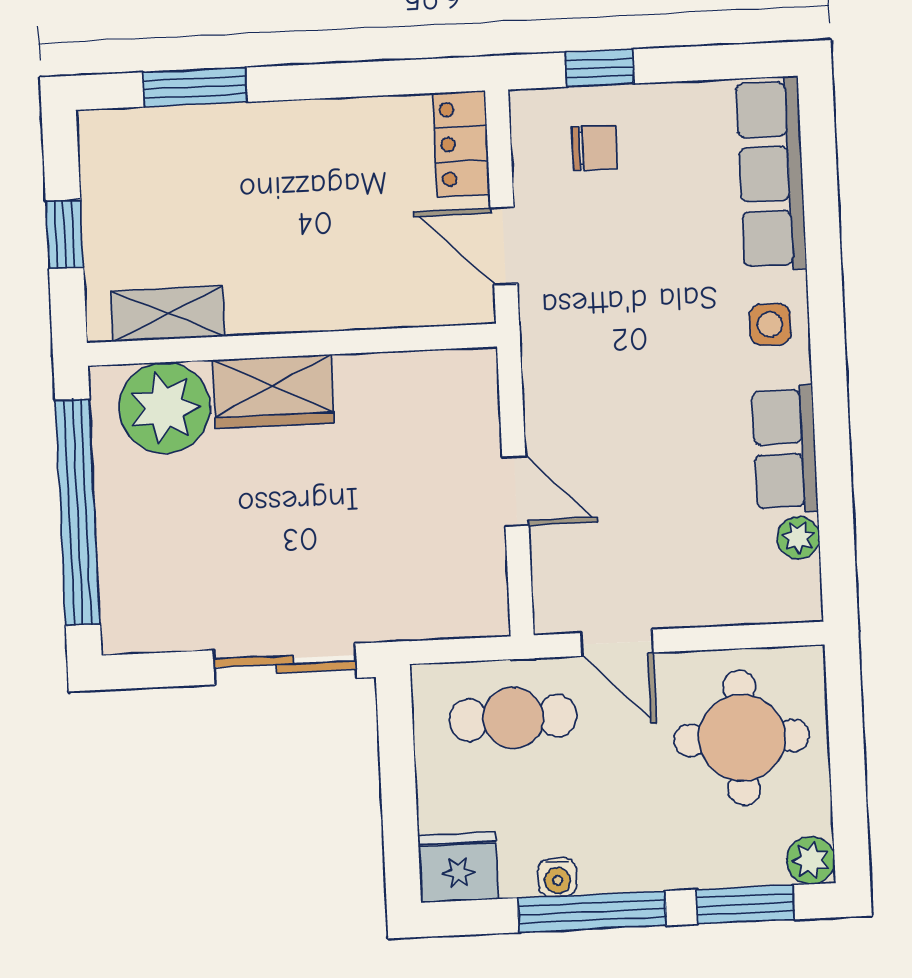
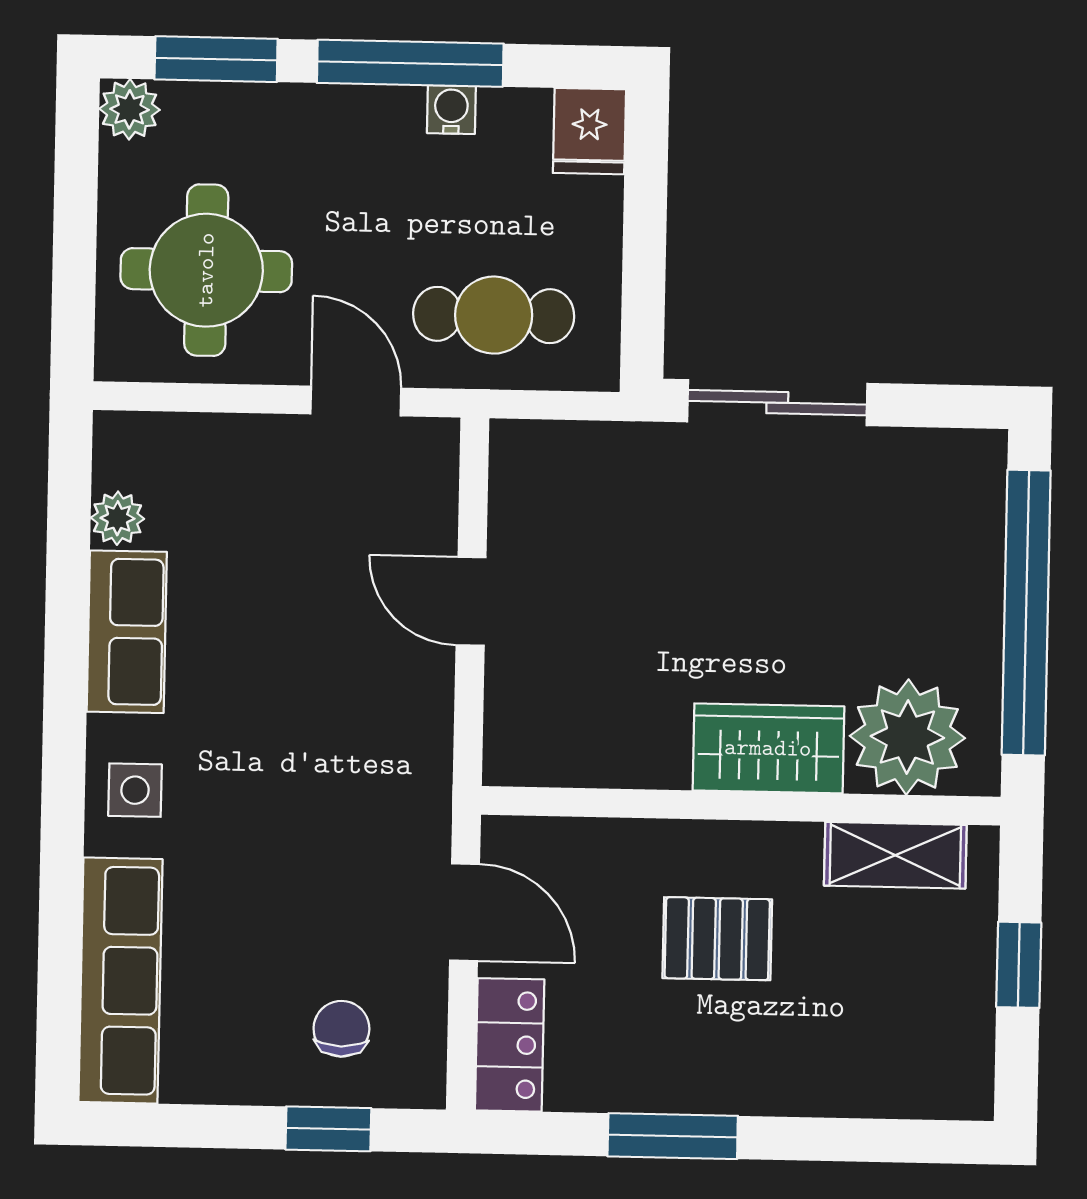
window: (195, 87) -> (673, 1136), moved
chair: (595, 148) -> (341, 1029), turned 90
pallet: (303, 239) -> (717, 939), added
fridge: (458, 867) -> (589, 131), width x0.72

